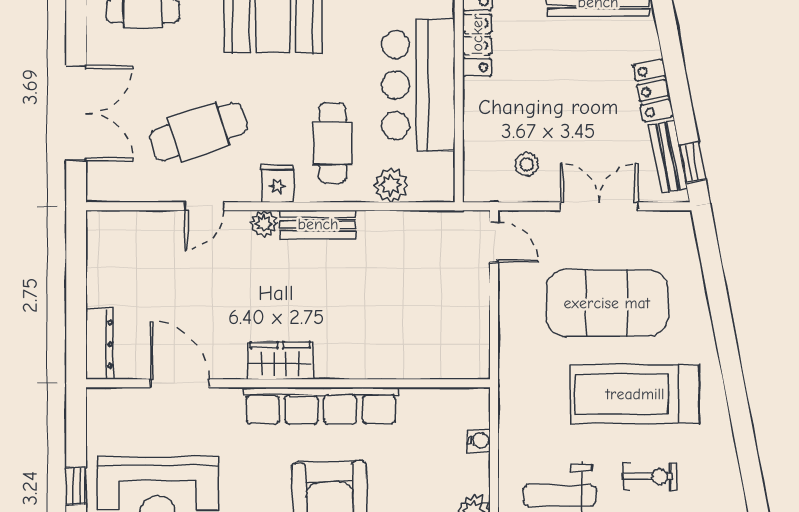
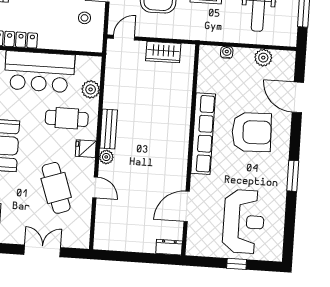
double door: (76, 113) -> (42, 251), width x0.73
dresser: (100, 344) -> (169, 247), width x0.70
wardrobe: (280, 361) -> (163, 52), moved, turned -90

